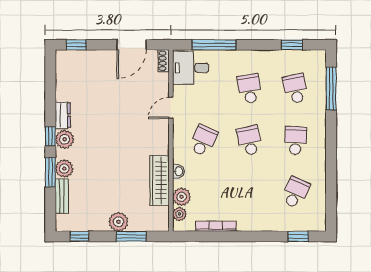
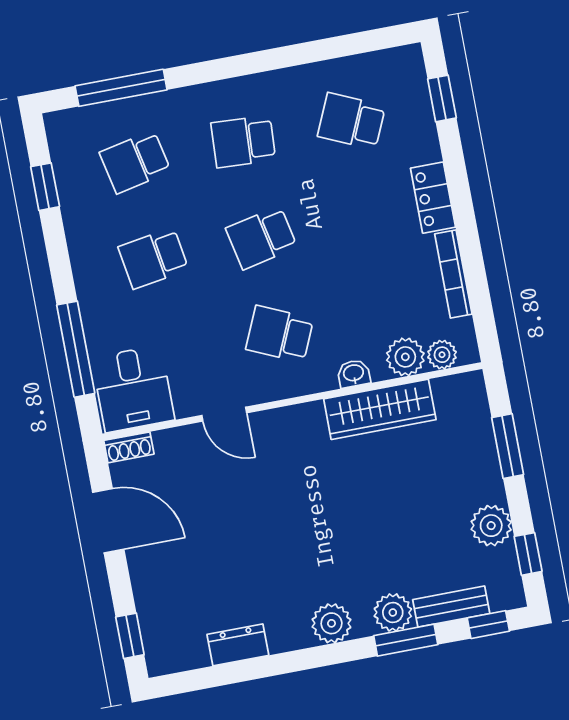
dresser: (63, 115) -> (238, 645), moved
window: (50, 136) -> (488, 625), moved
plant: (118, 222) -> (491, 526), moved
locker: (253, 224) -> (433, 198), added

